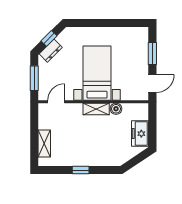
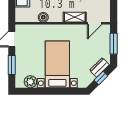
plant: (131, 34) -> (30, 82), added
bed with nightstands: (97, 73) -> (57, 64), moved, turned 180
shelving: (96, 109) -> (75, 17), moved

